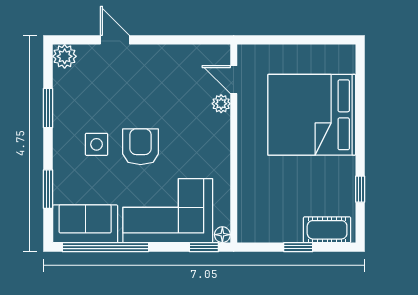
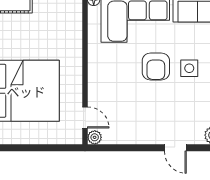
plant: (221, 104) -> (95, 137), moved

